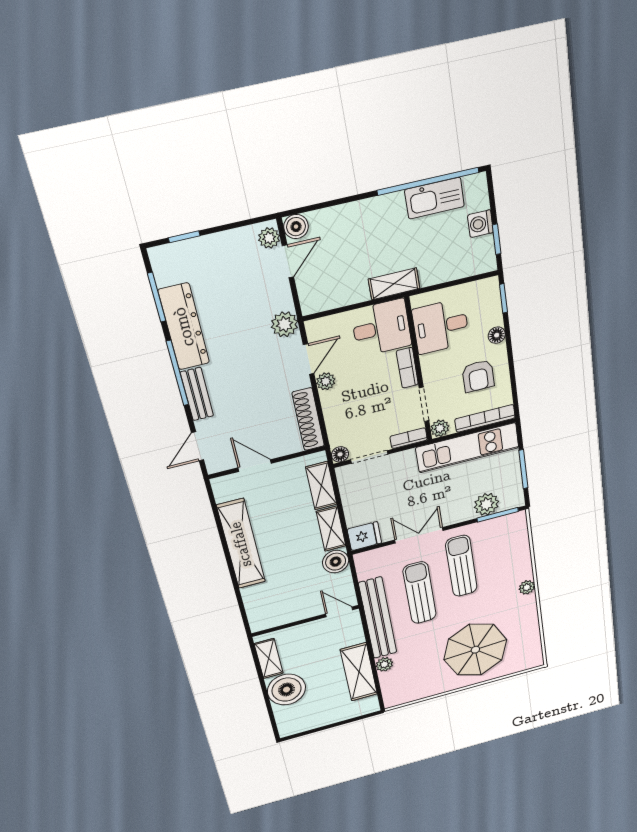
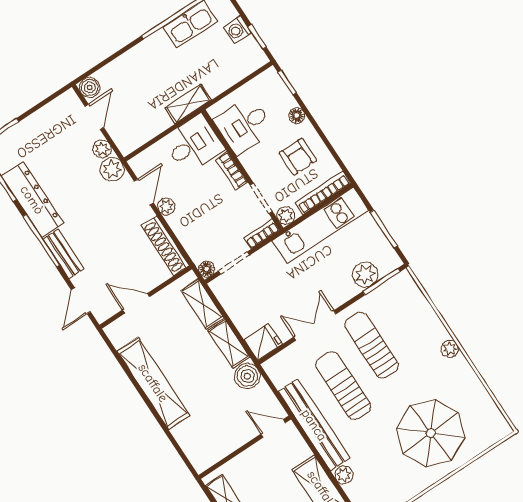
plant: (269, 238) -> (102, 149), moved

